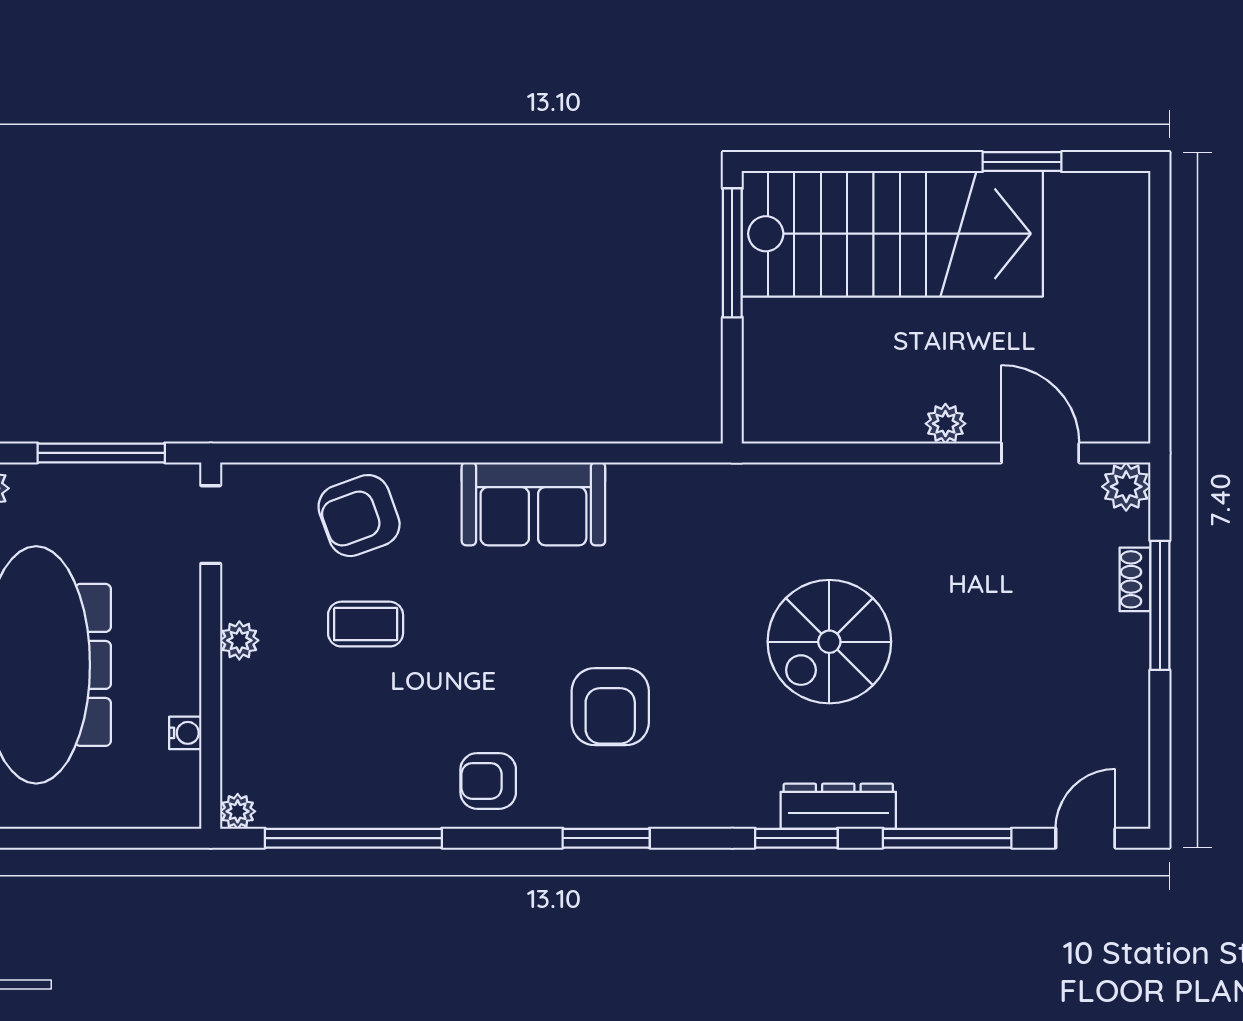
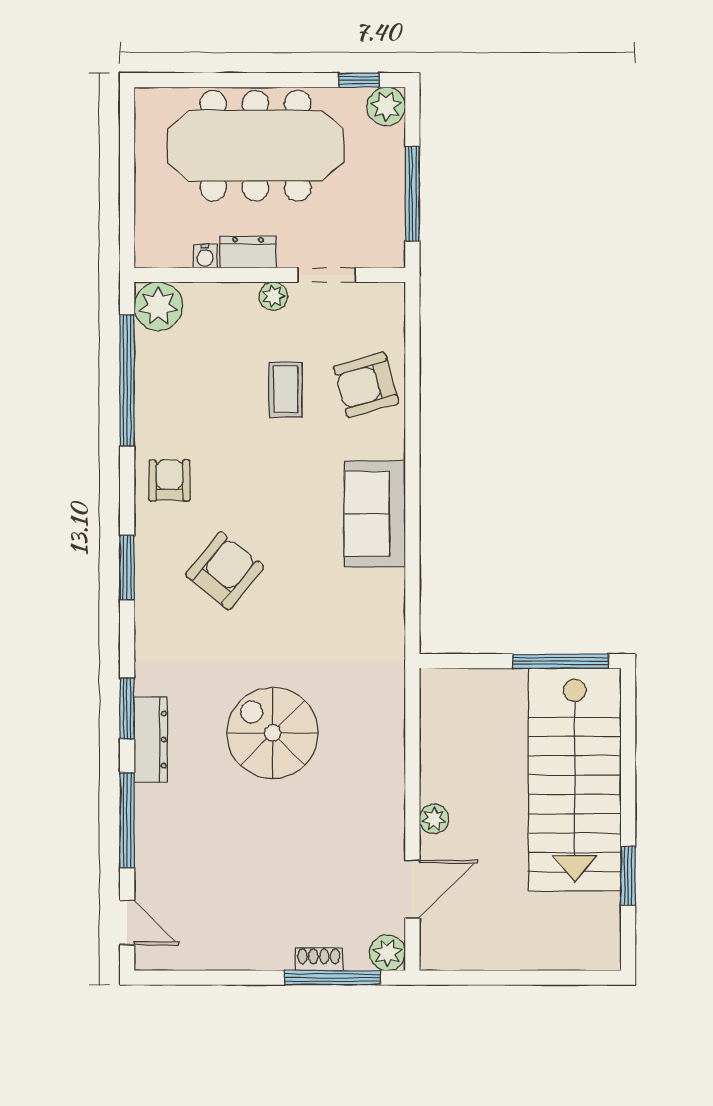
armchair: (359, 516) -> (366, 385), turned -86
doorway: (211, 525) -> (327, 275), moved
window: (1160, 605) -> (332, 978), moved
dresser: (180, 675) -> (248, 252), added
armchair: (610, 707) -> (225, 571), turned 129
plant: (238, 811) -> (158, 306), width x1.88, depth x1.88

